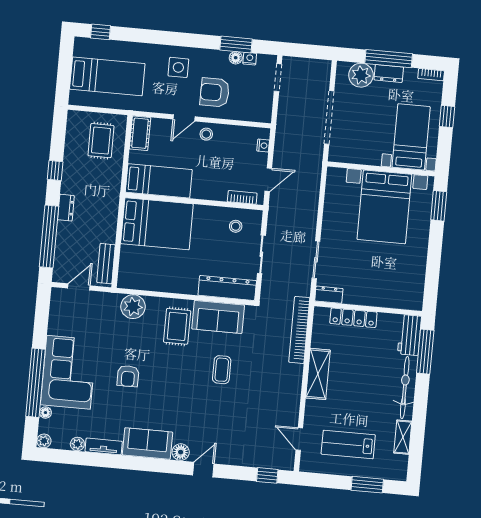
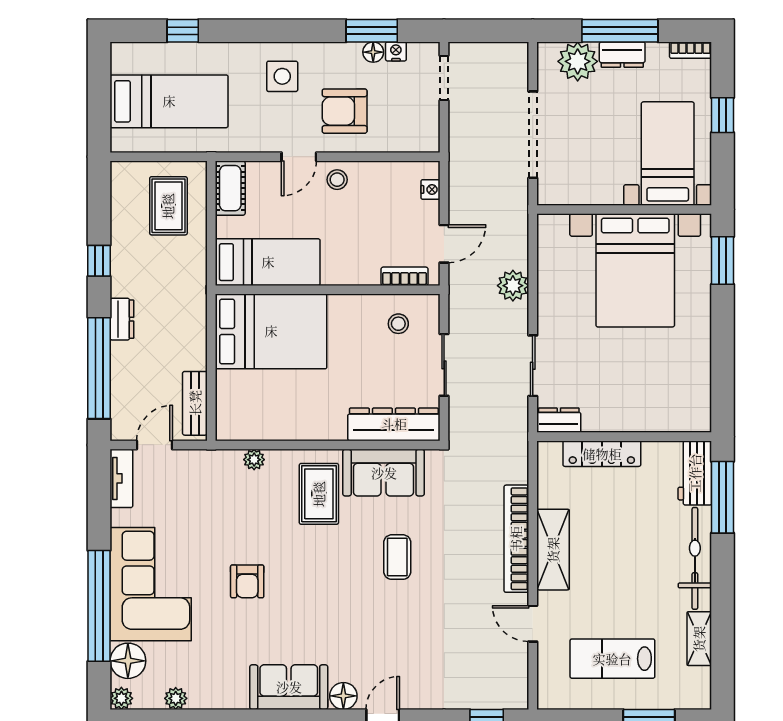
window: (101, 32) -> (183, 31), moved
plant: (308, 209) -> (513, 286), added
plant: (133, 307) -> (254, 460), width x0.53, depth x0.53
bookcase: (299, 330) -> (516, 539), moved
floor lamp: (45, 413) -> (128, 661), width x1.89, depth x1.89
door: (299, 439) -> (533, 624), moved
tv unit: (104, 446) -> (121, 478), moved, turned 90

